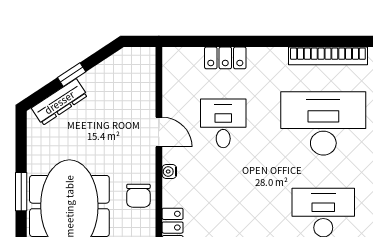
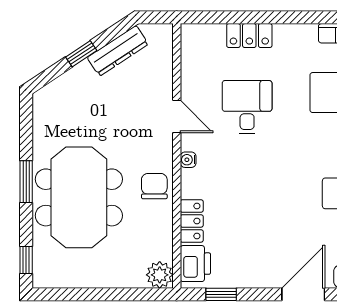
dresser: (59, 102) -> (118, 51), moved
chair: (138, 196) -> (154, 186), turned 180

